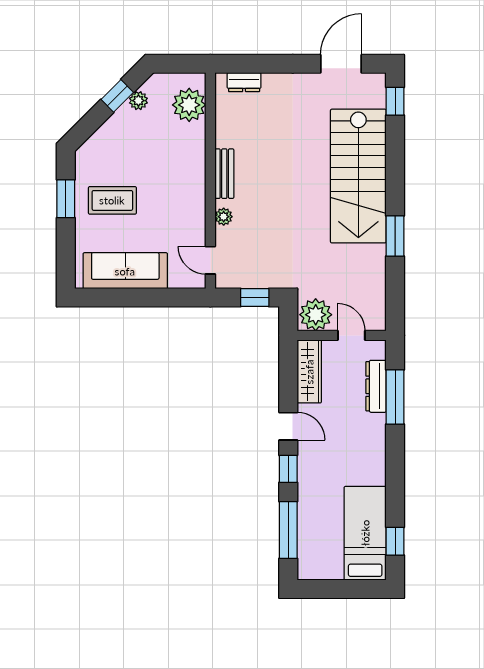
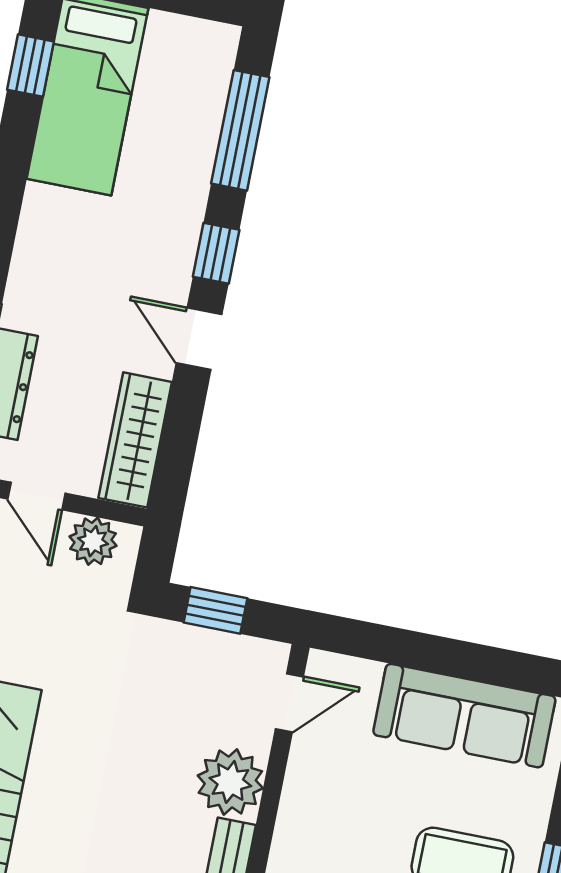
plant: (224, 217) -> (230, 782), width x1.88, depth x1.88
door: (210, 260) -> (289, 703), hinge flipped
plant: (316, 315) -> (93, 541), width x0.73, depth x0.73

